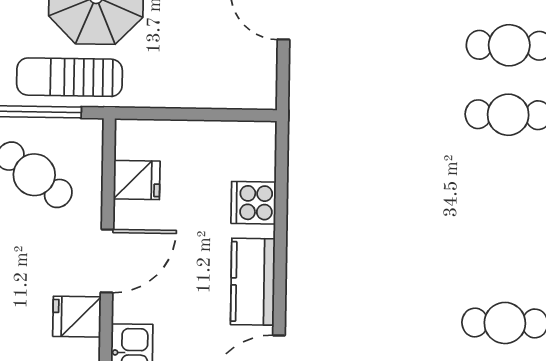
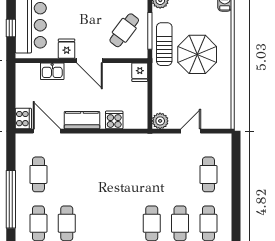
plant: (258, 90) -> (160, 121), added
fridge: (137, 180) -> (140, 72), moved

